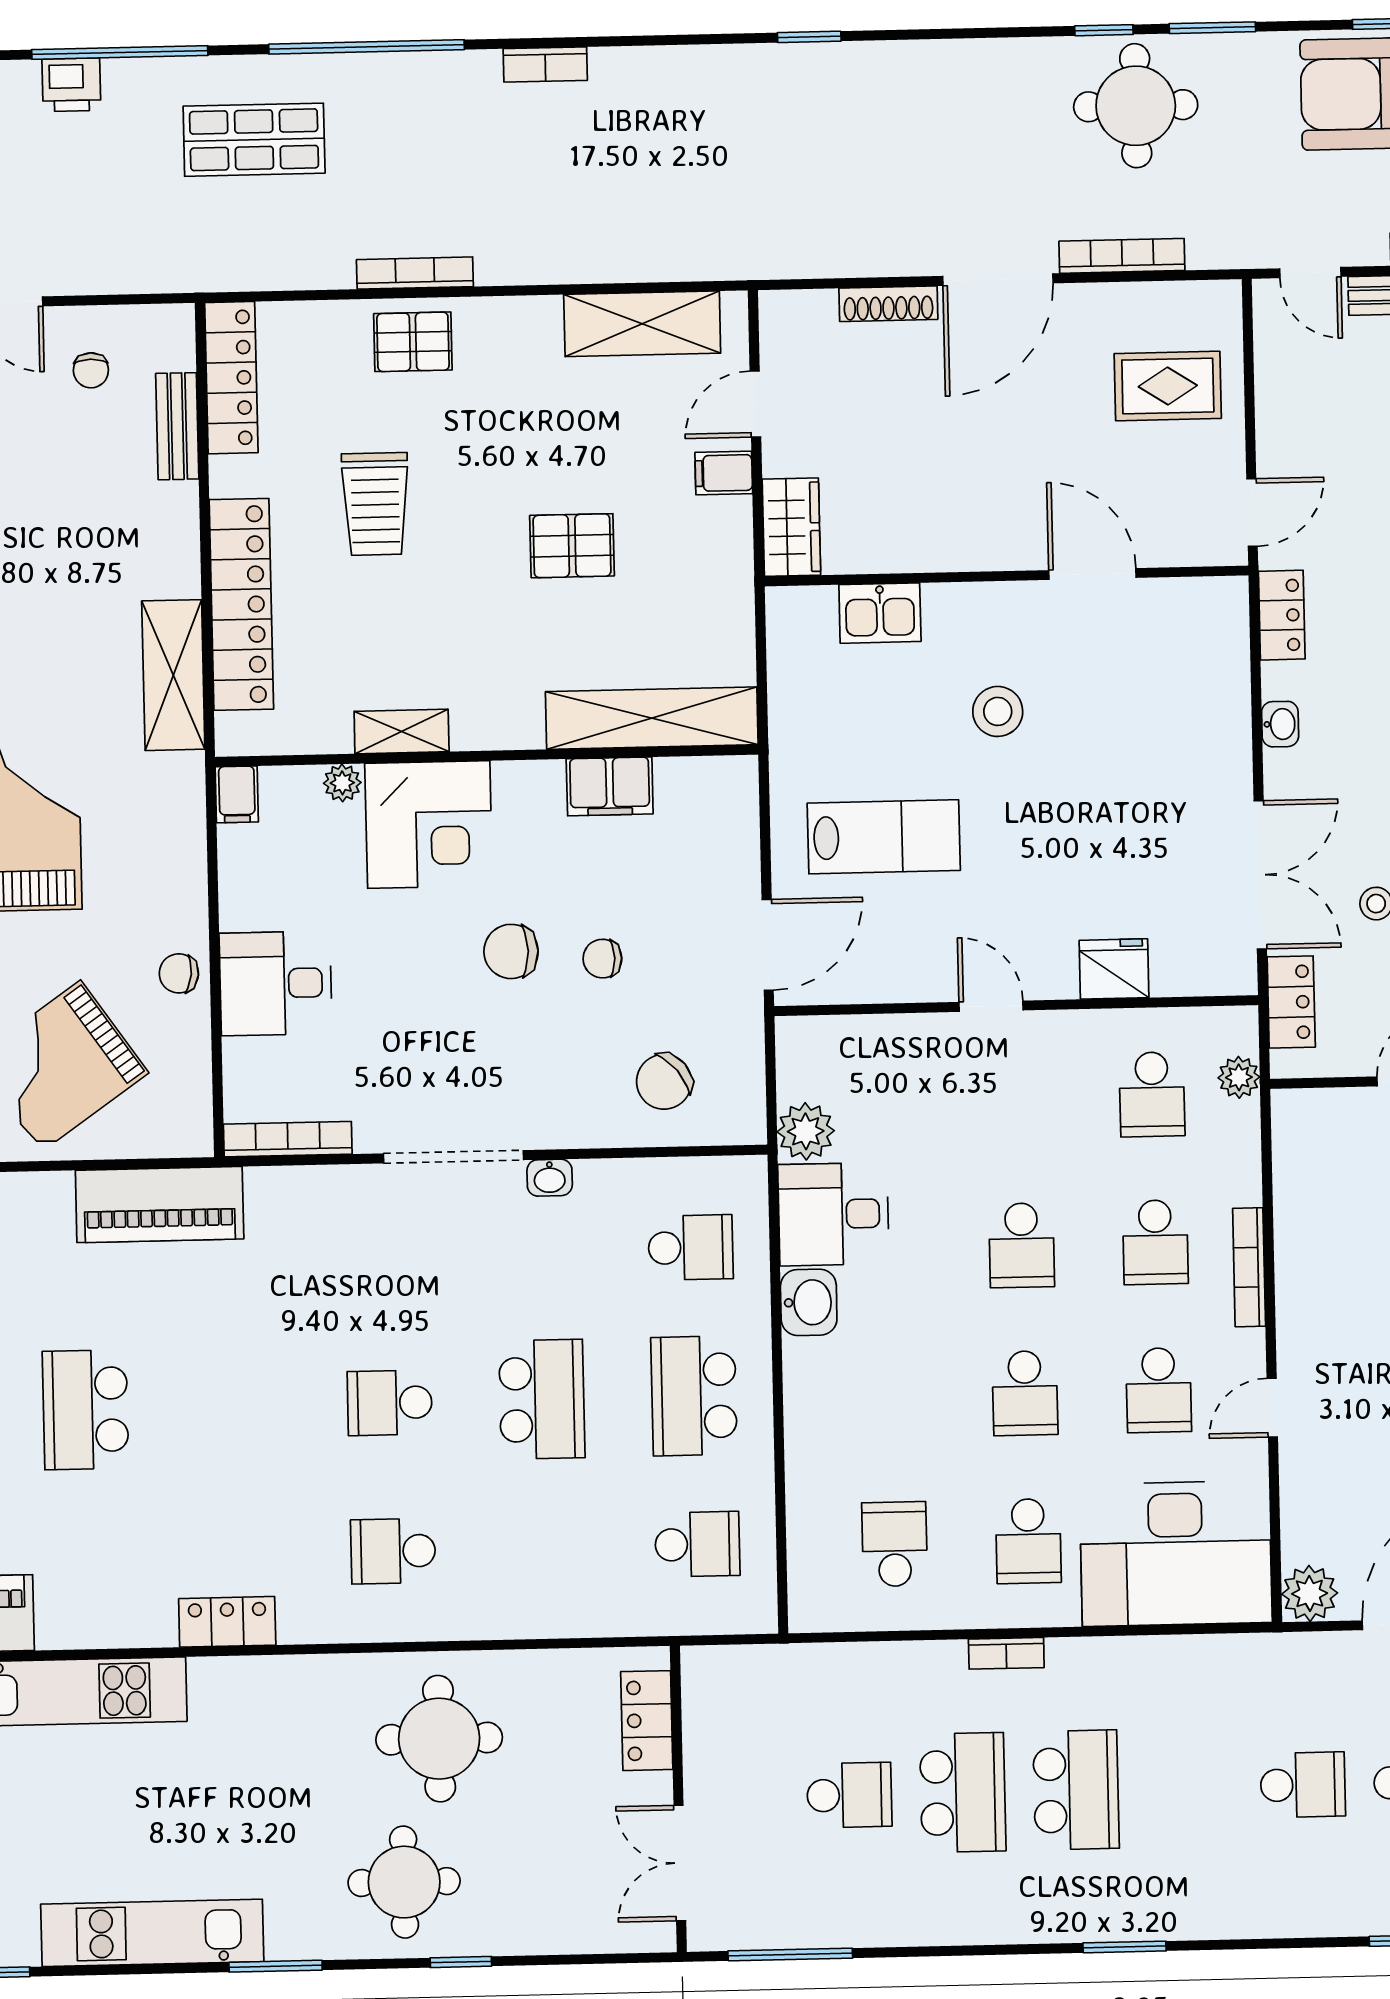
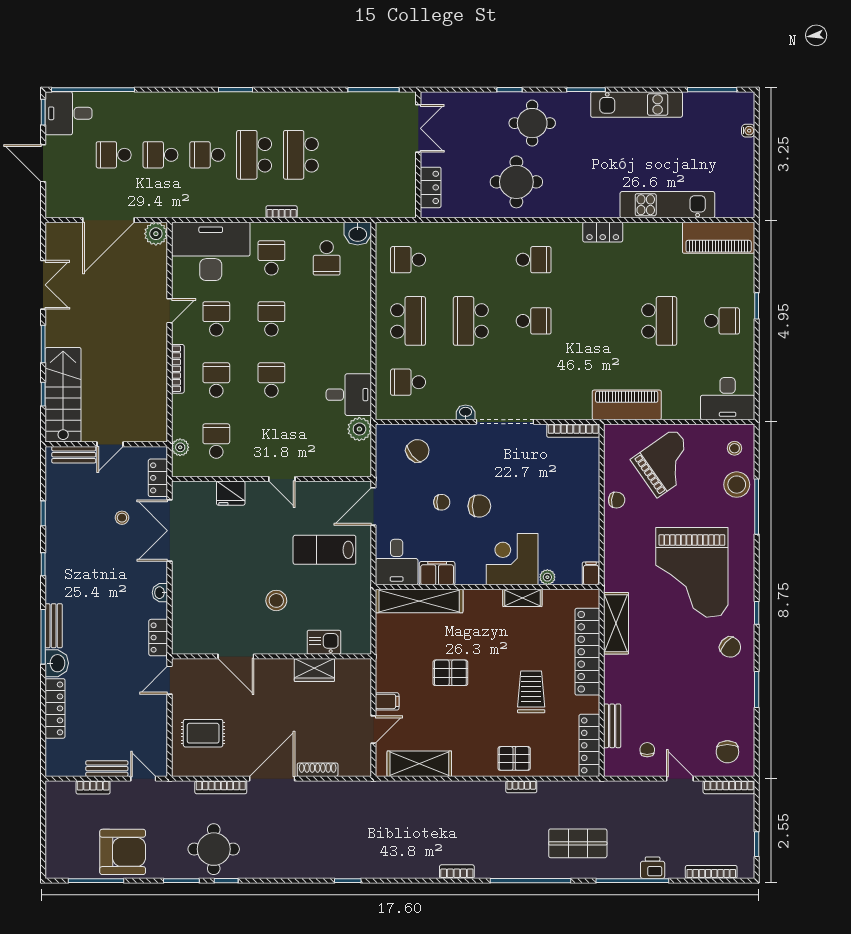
bookcase: (415, 273) -> (521, 787), width x0.64
wardrobe: (791, 527) -> (314, 670), moved, turned -90
desk: (276, 983) -> (397, 562), moved, turned 90
washbasin: (809, 1302) -> (358, 234), moved, turned -90
school desk: (849, 1795) -> (207, 155), moved

